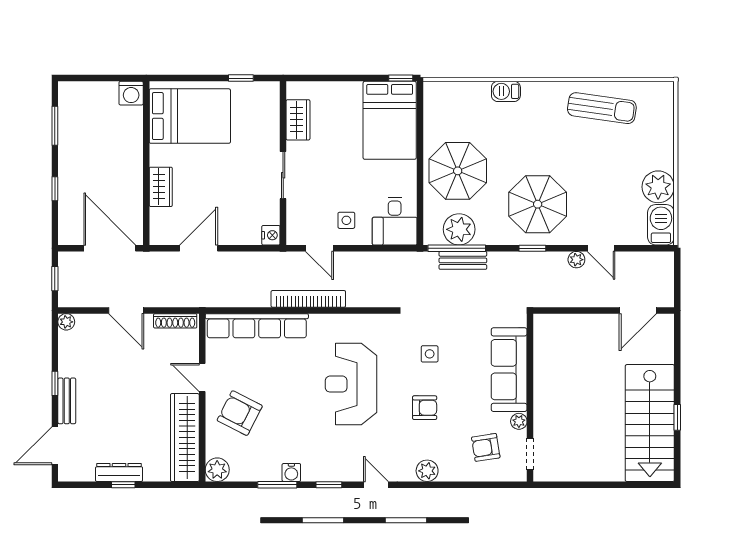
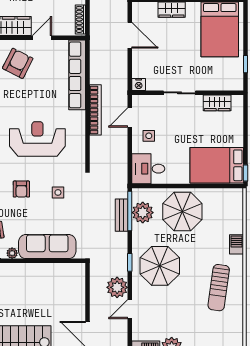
sun lounger: (602, 108) -> (219, 288), moved
plant: (576, 260) -> (117, 287), width x1.88, depth x1.88

